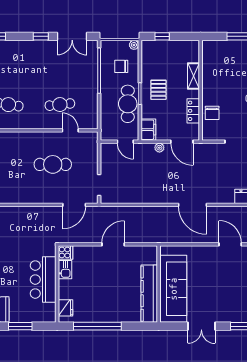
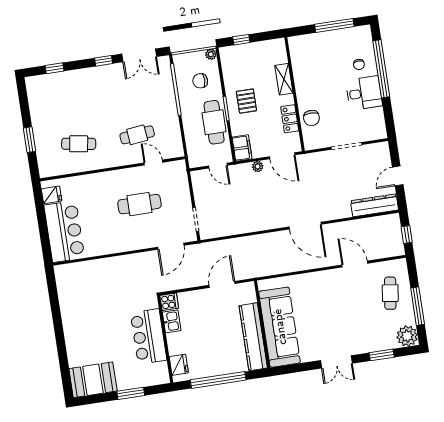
wall: (159, 284) -> (262, 324), moved
sofa: (173, 289) -> (280, 327), moved
kitchen counter: (149, 294) -> (253, 337), moved

